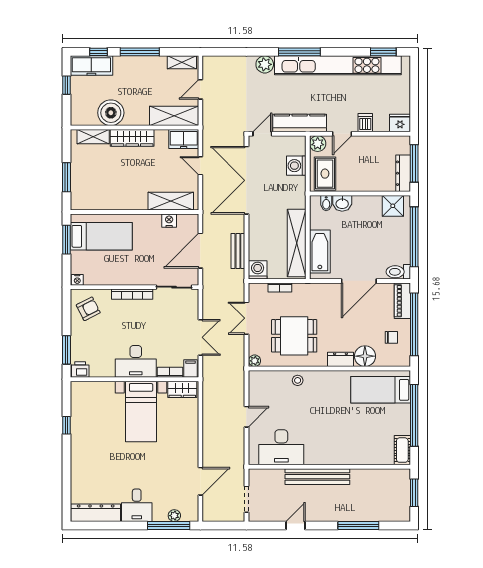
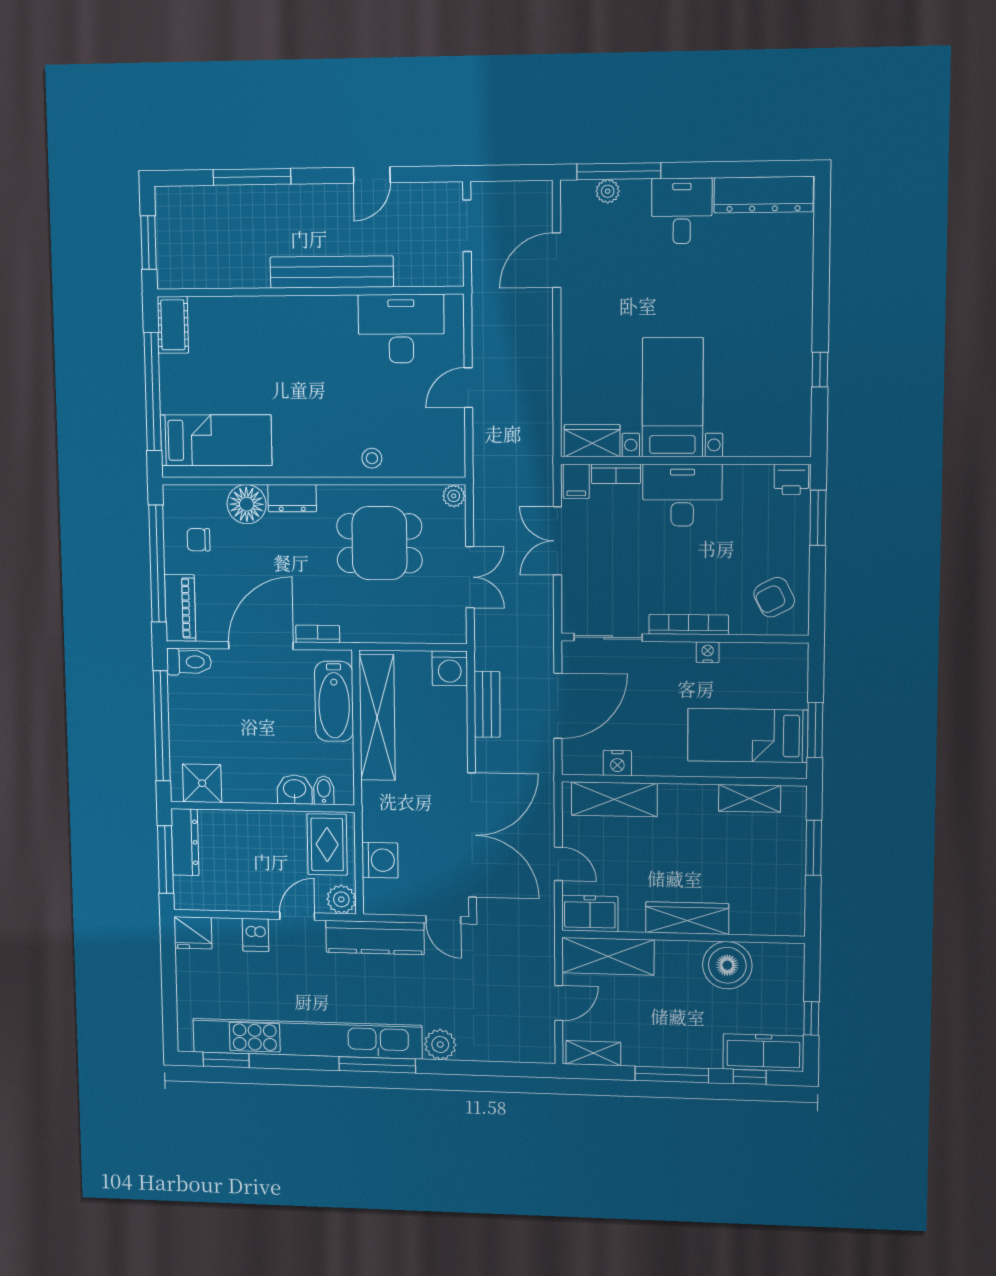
door: (262, 134) -> (443, 920), hinge flipped
shelving: (93, 137) -> (750, 798), moved
nightstand: (77, 280) -> (708, 652), moved
bookcase: (280, 288) -> (318, 634), moved

